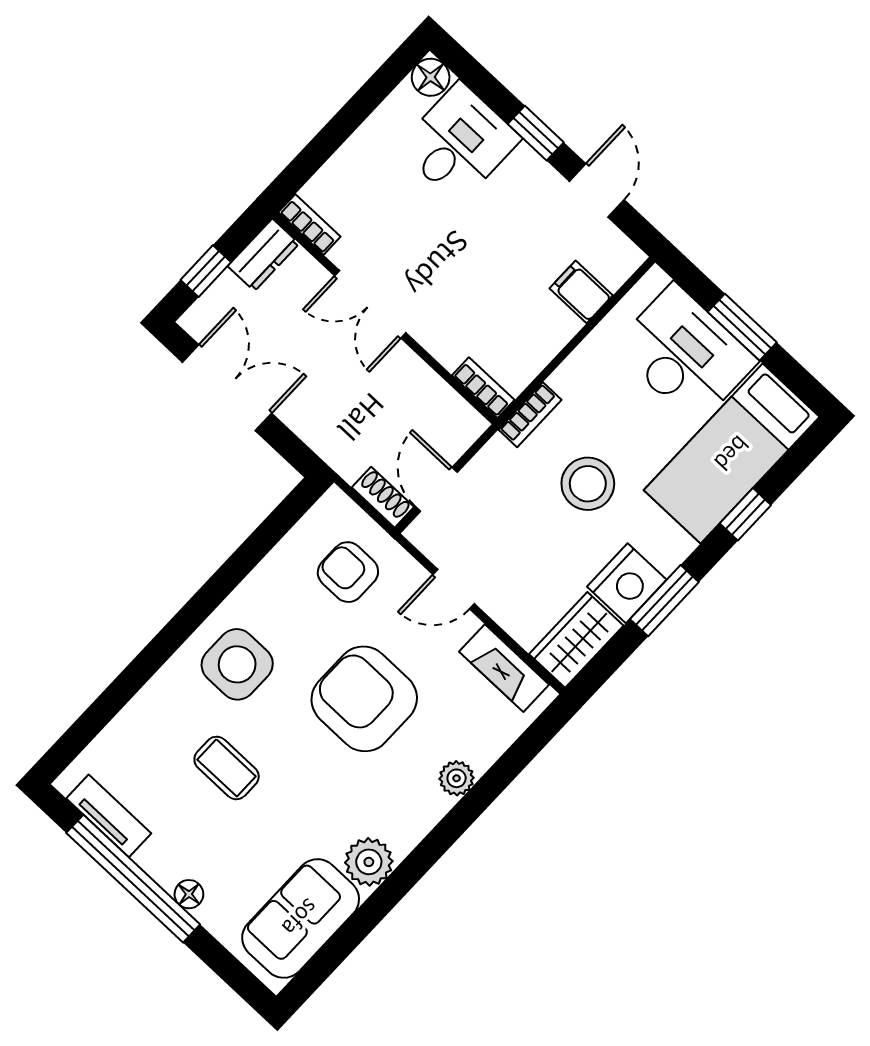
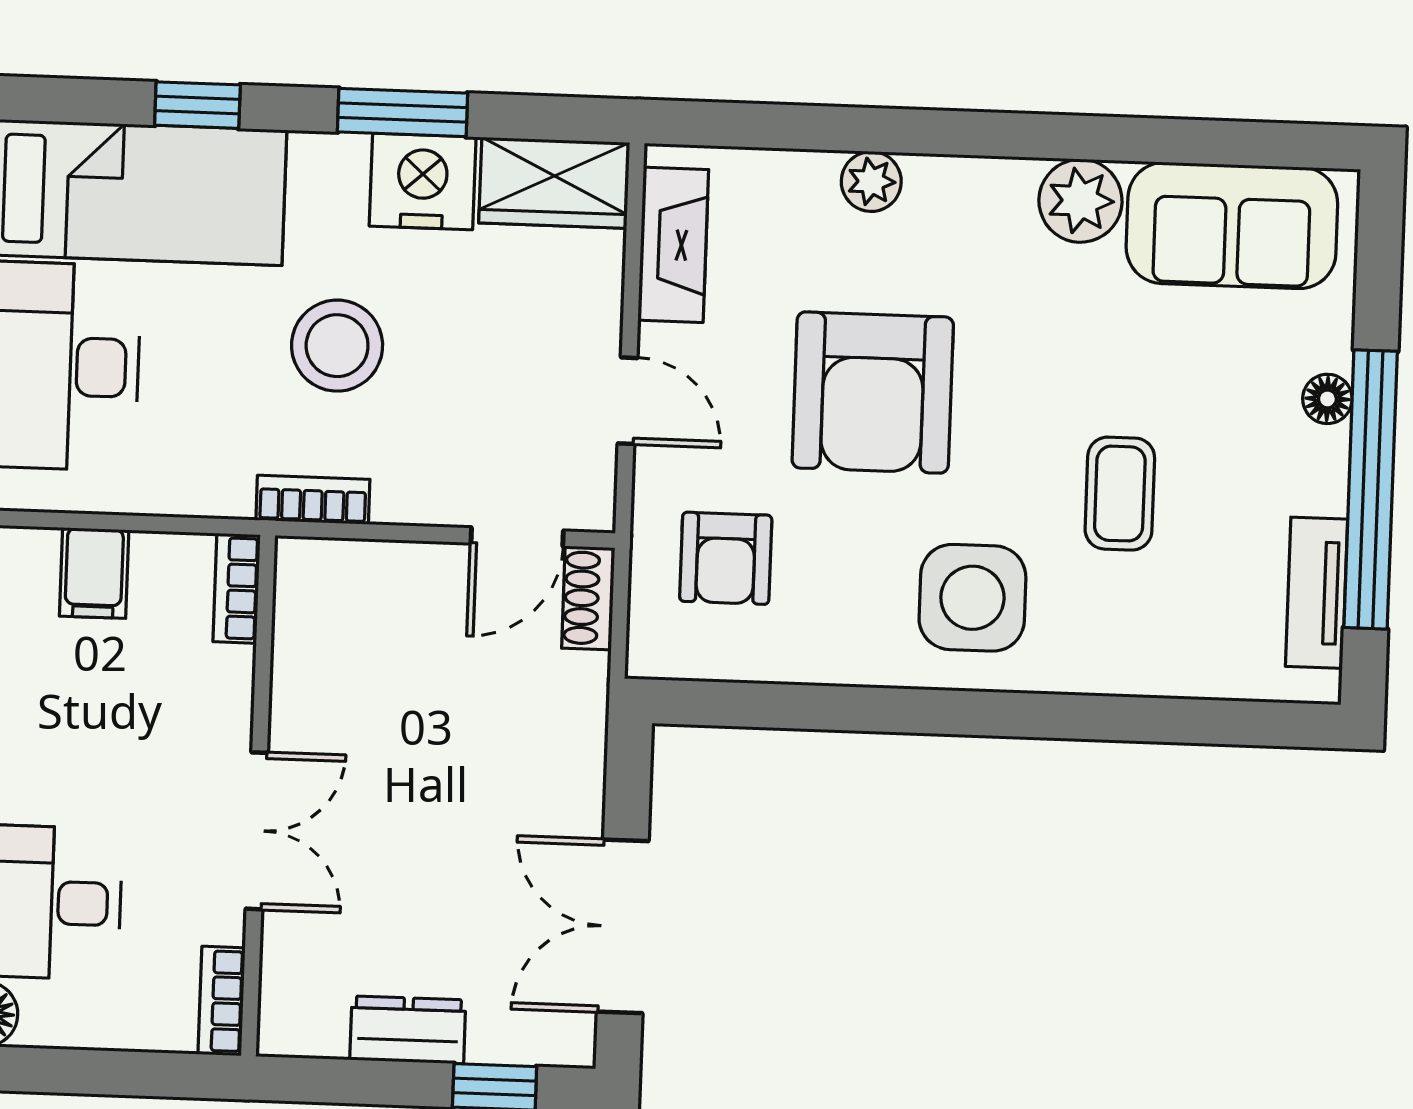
bookcase: (309, 224) -> (222, 1001), moved
double door: (370, 304) -> (257, 831), moved
wall: (385, 318) -> (258, 796), moved
bookcase: (483, 388) -> (237, 588), moved

